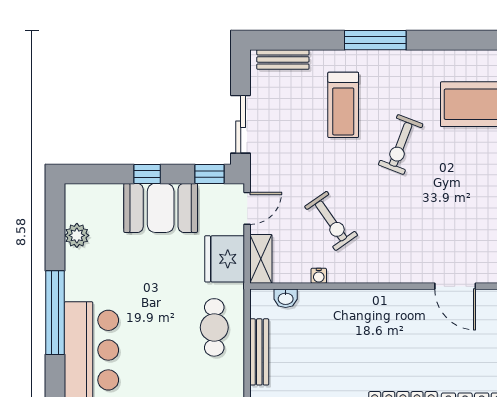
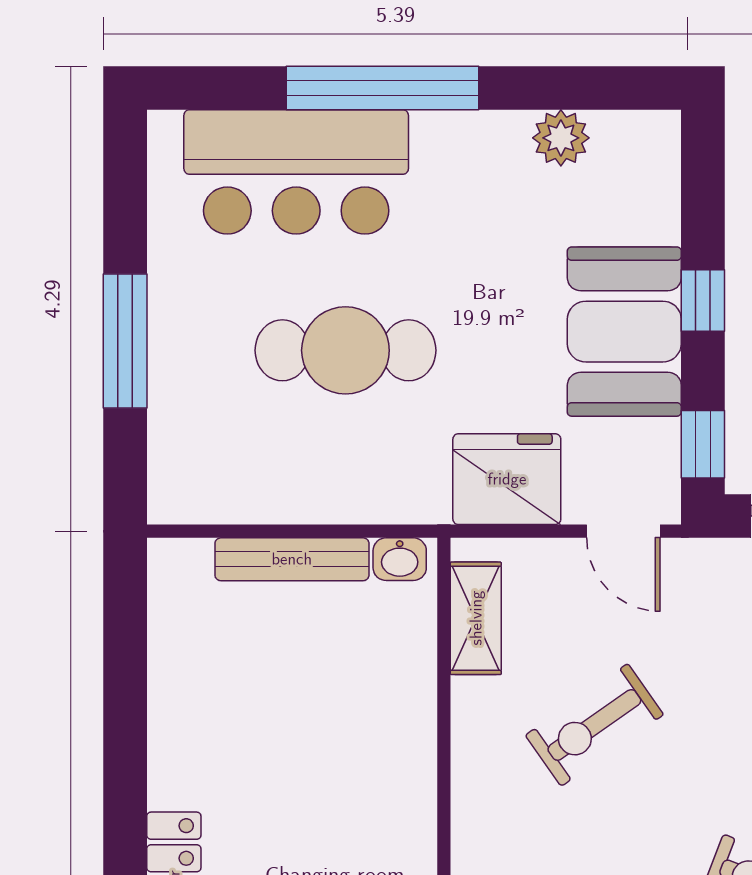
shelving: (261, 259) -> (476, 618), moved, turned 90
water cooler: (319, 276) -> (468, 697), removed
washbasin: (286, 298) -> (400, 559), moved, turned -90
cafe table: (214, 327) -> (345, 350), moved, width x1.37, depth x1.35

